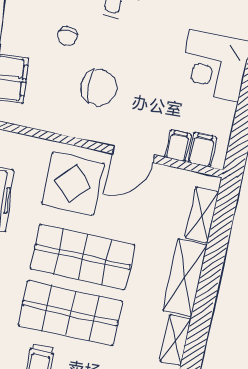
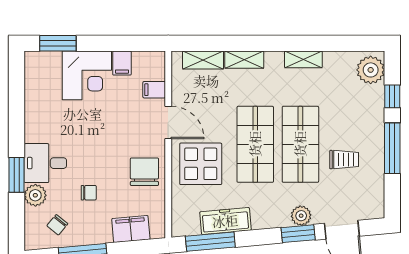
chair: (99, 87) -> (144, 172), moved
filing cabinet: (202, 150) -> (122, 63), moved, turned -90
shelving: (185, 278) -> (244, 60), width x0.67, depth x0.75

